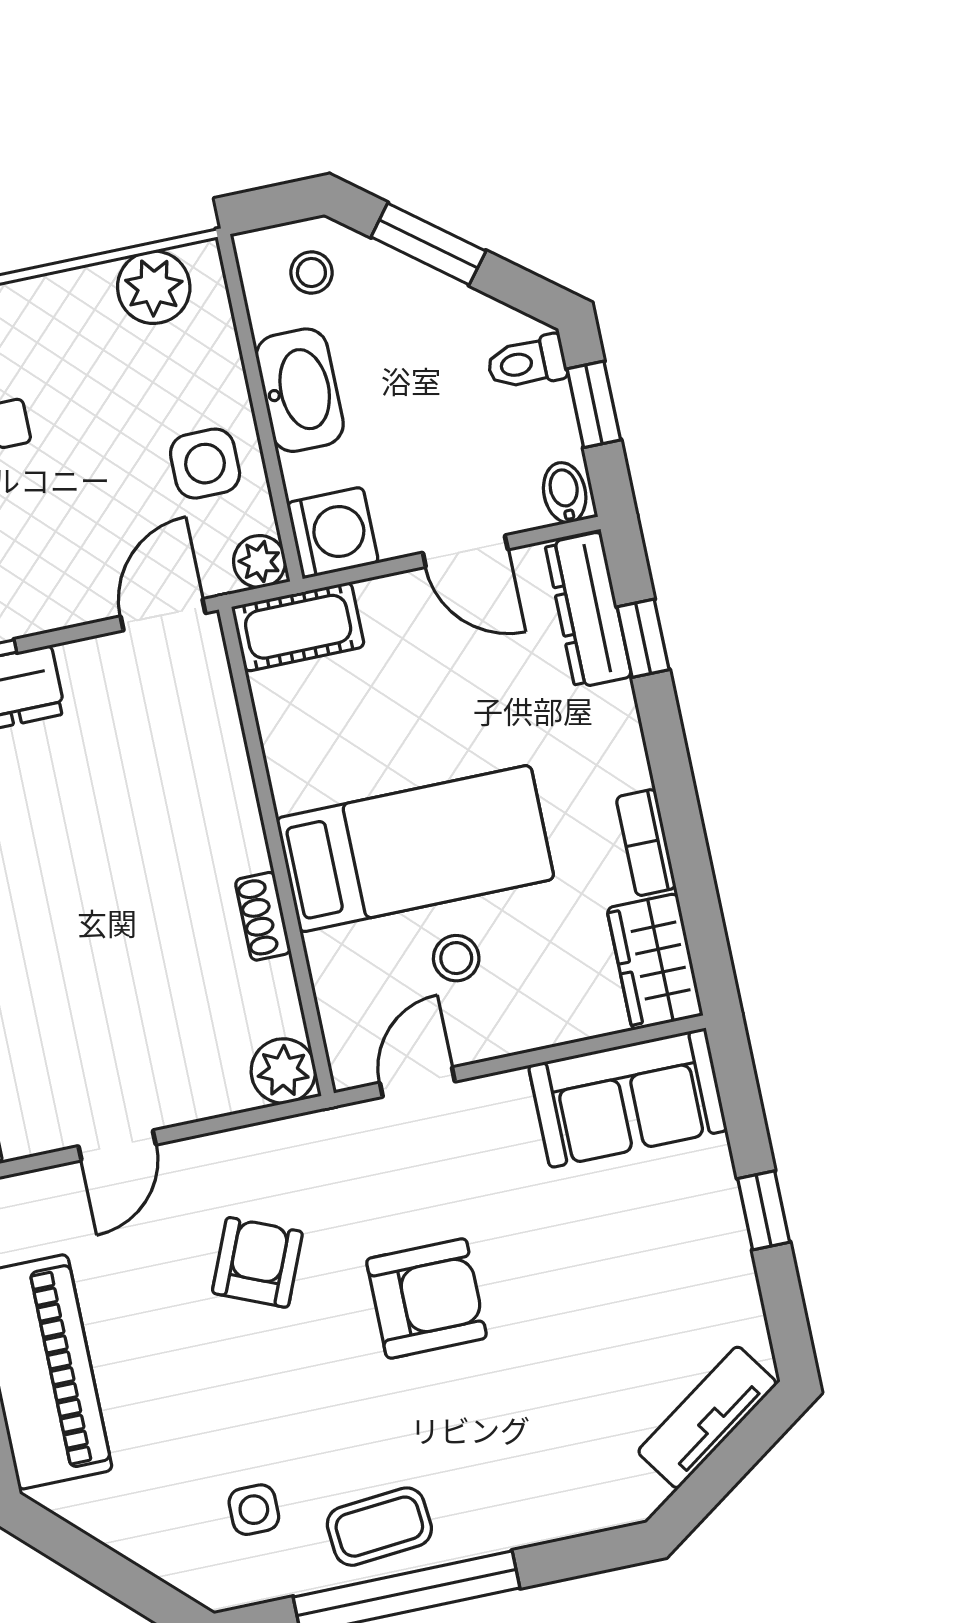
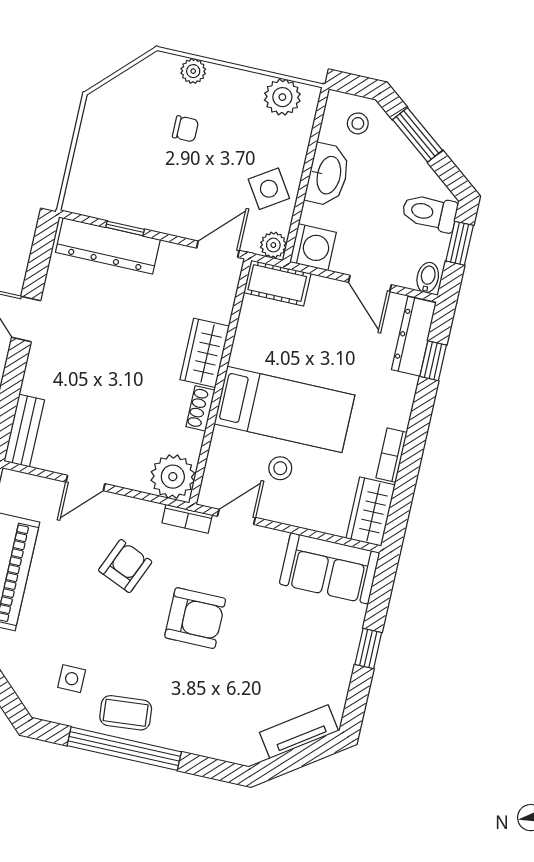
toilet: (527, 363) -> (429, 213), width x1.37, depth x1.39
side table: (205, 464) -> (269, 189), turned -33
wardrobe: (225, 813) -> (205, 353), added
plant: (283, 1071) -> (173, 477), width x1.36, depth x1.36
bookcase: (330, 1126) -> (187, 519), added

